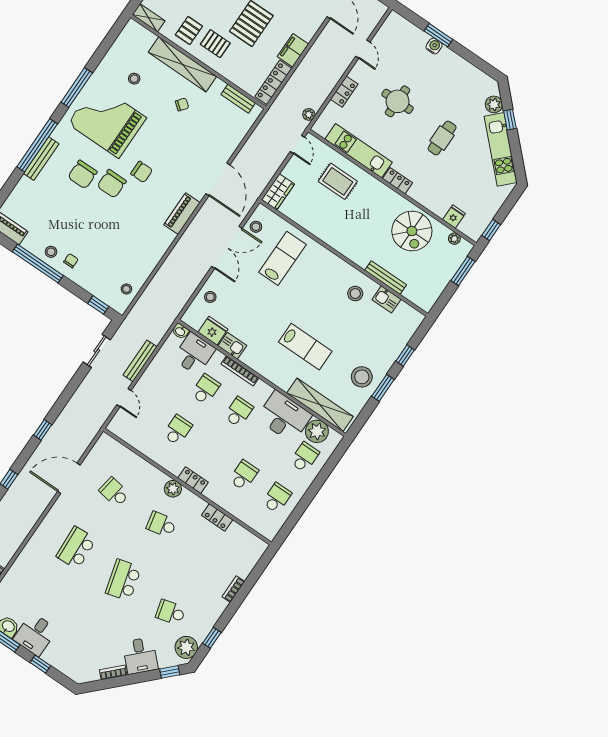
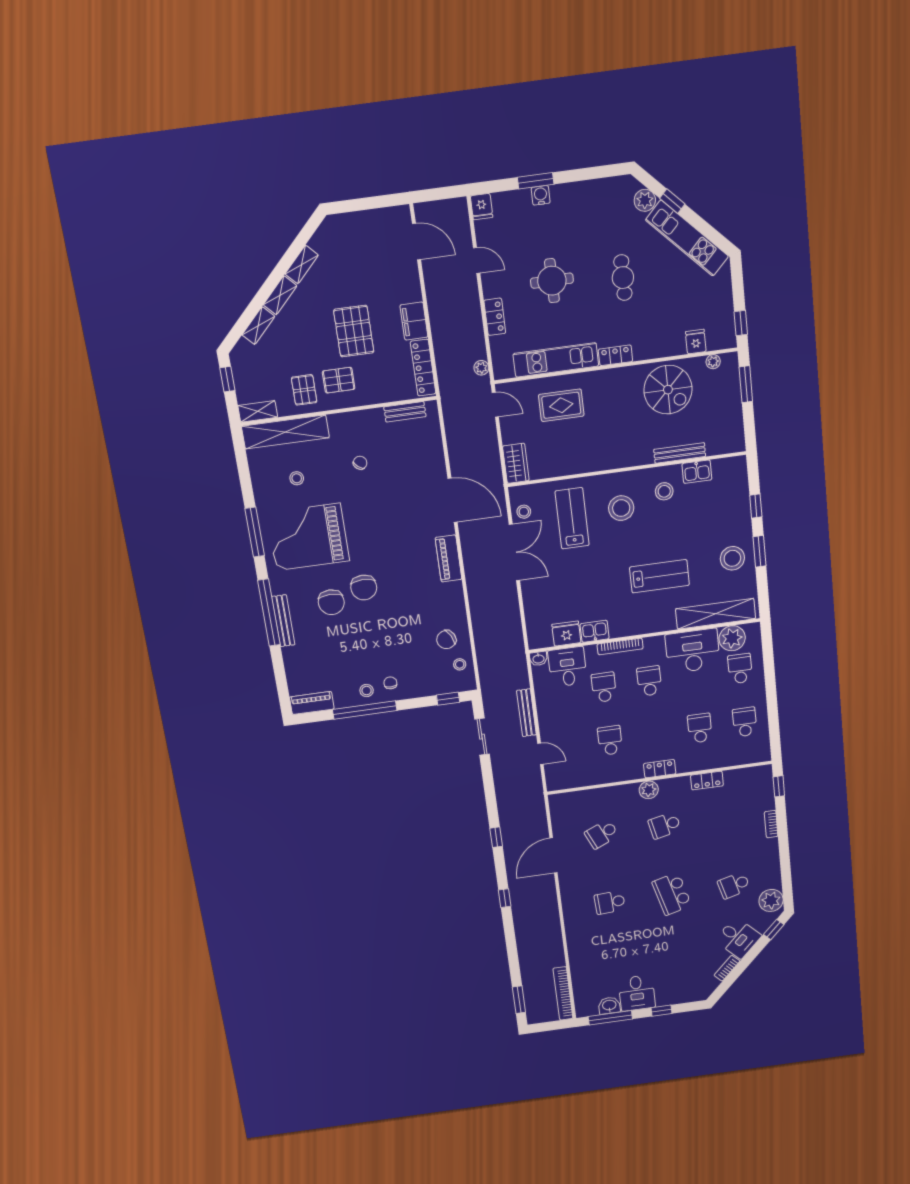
fridge: (393, 21) -> (482, 207), added
shelving: (182, 64) -> (285, 432), moved
chair: (142, 172) -> (446, 640), moved, turned 153
stool: (210, 297) -> (621, 508), moved, width x1.89, depth x1.89
school desk: (114, 492) -> (602, 834), turned -33
school desk: (76, 548) -> (610, 902), width x0.54
window: (212, 638) -> (779, 786), moved

